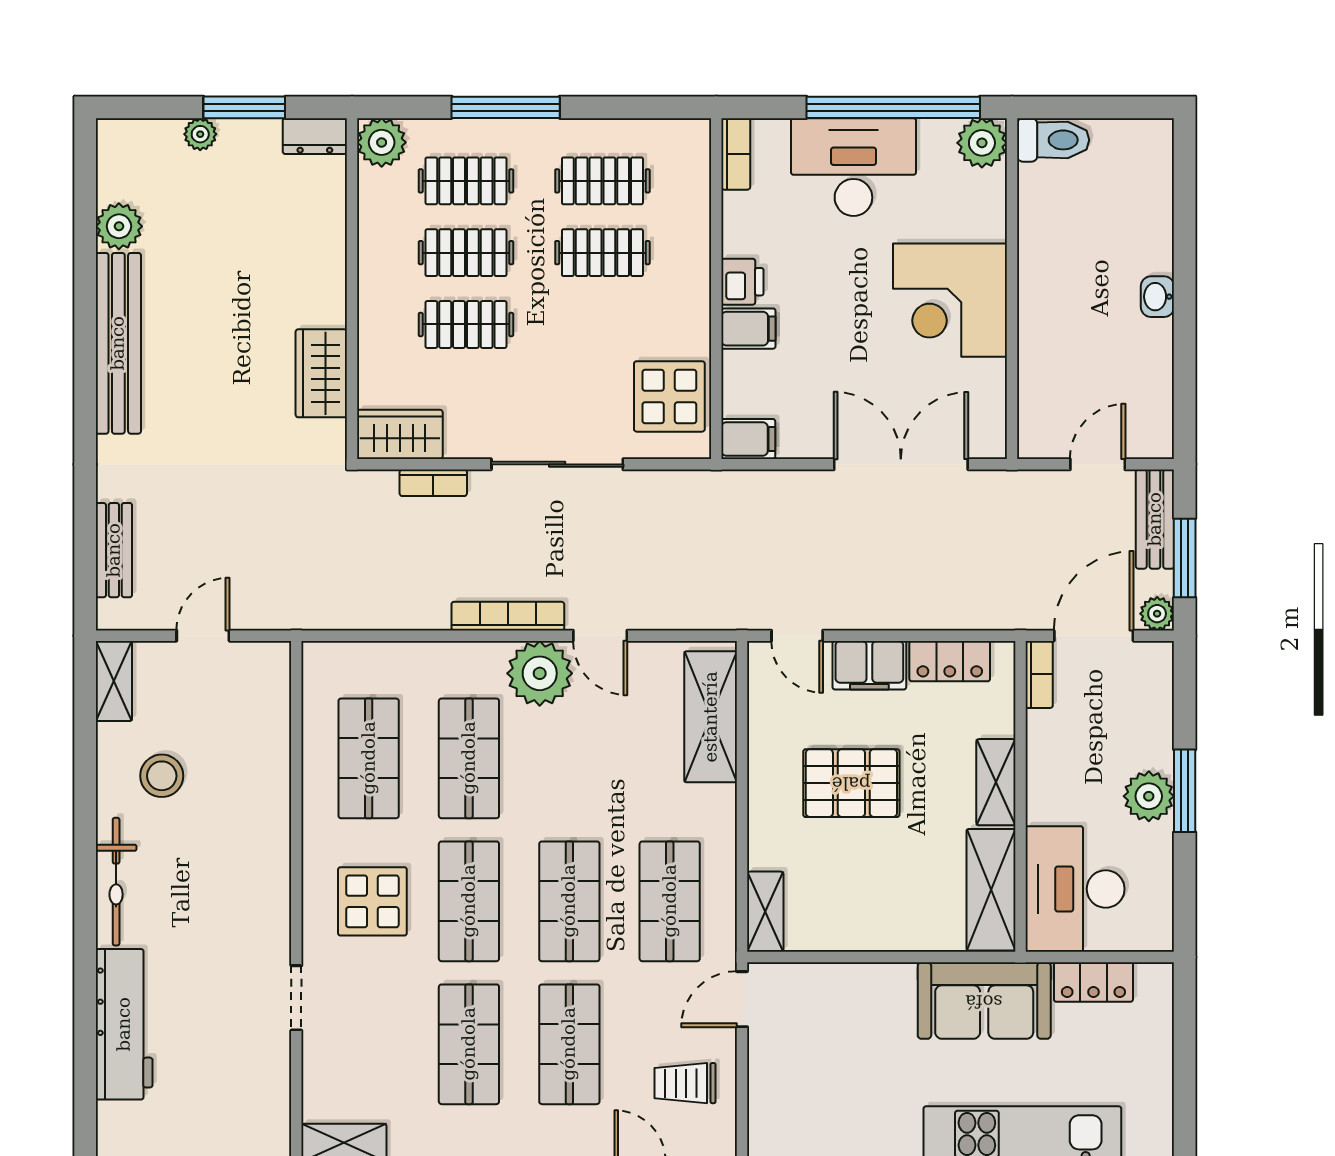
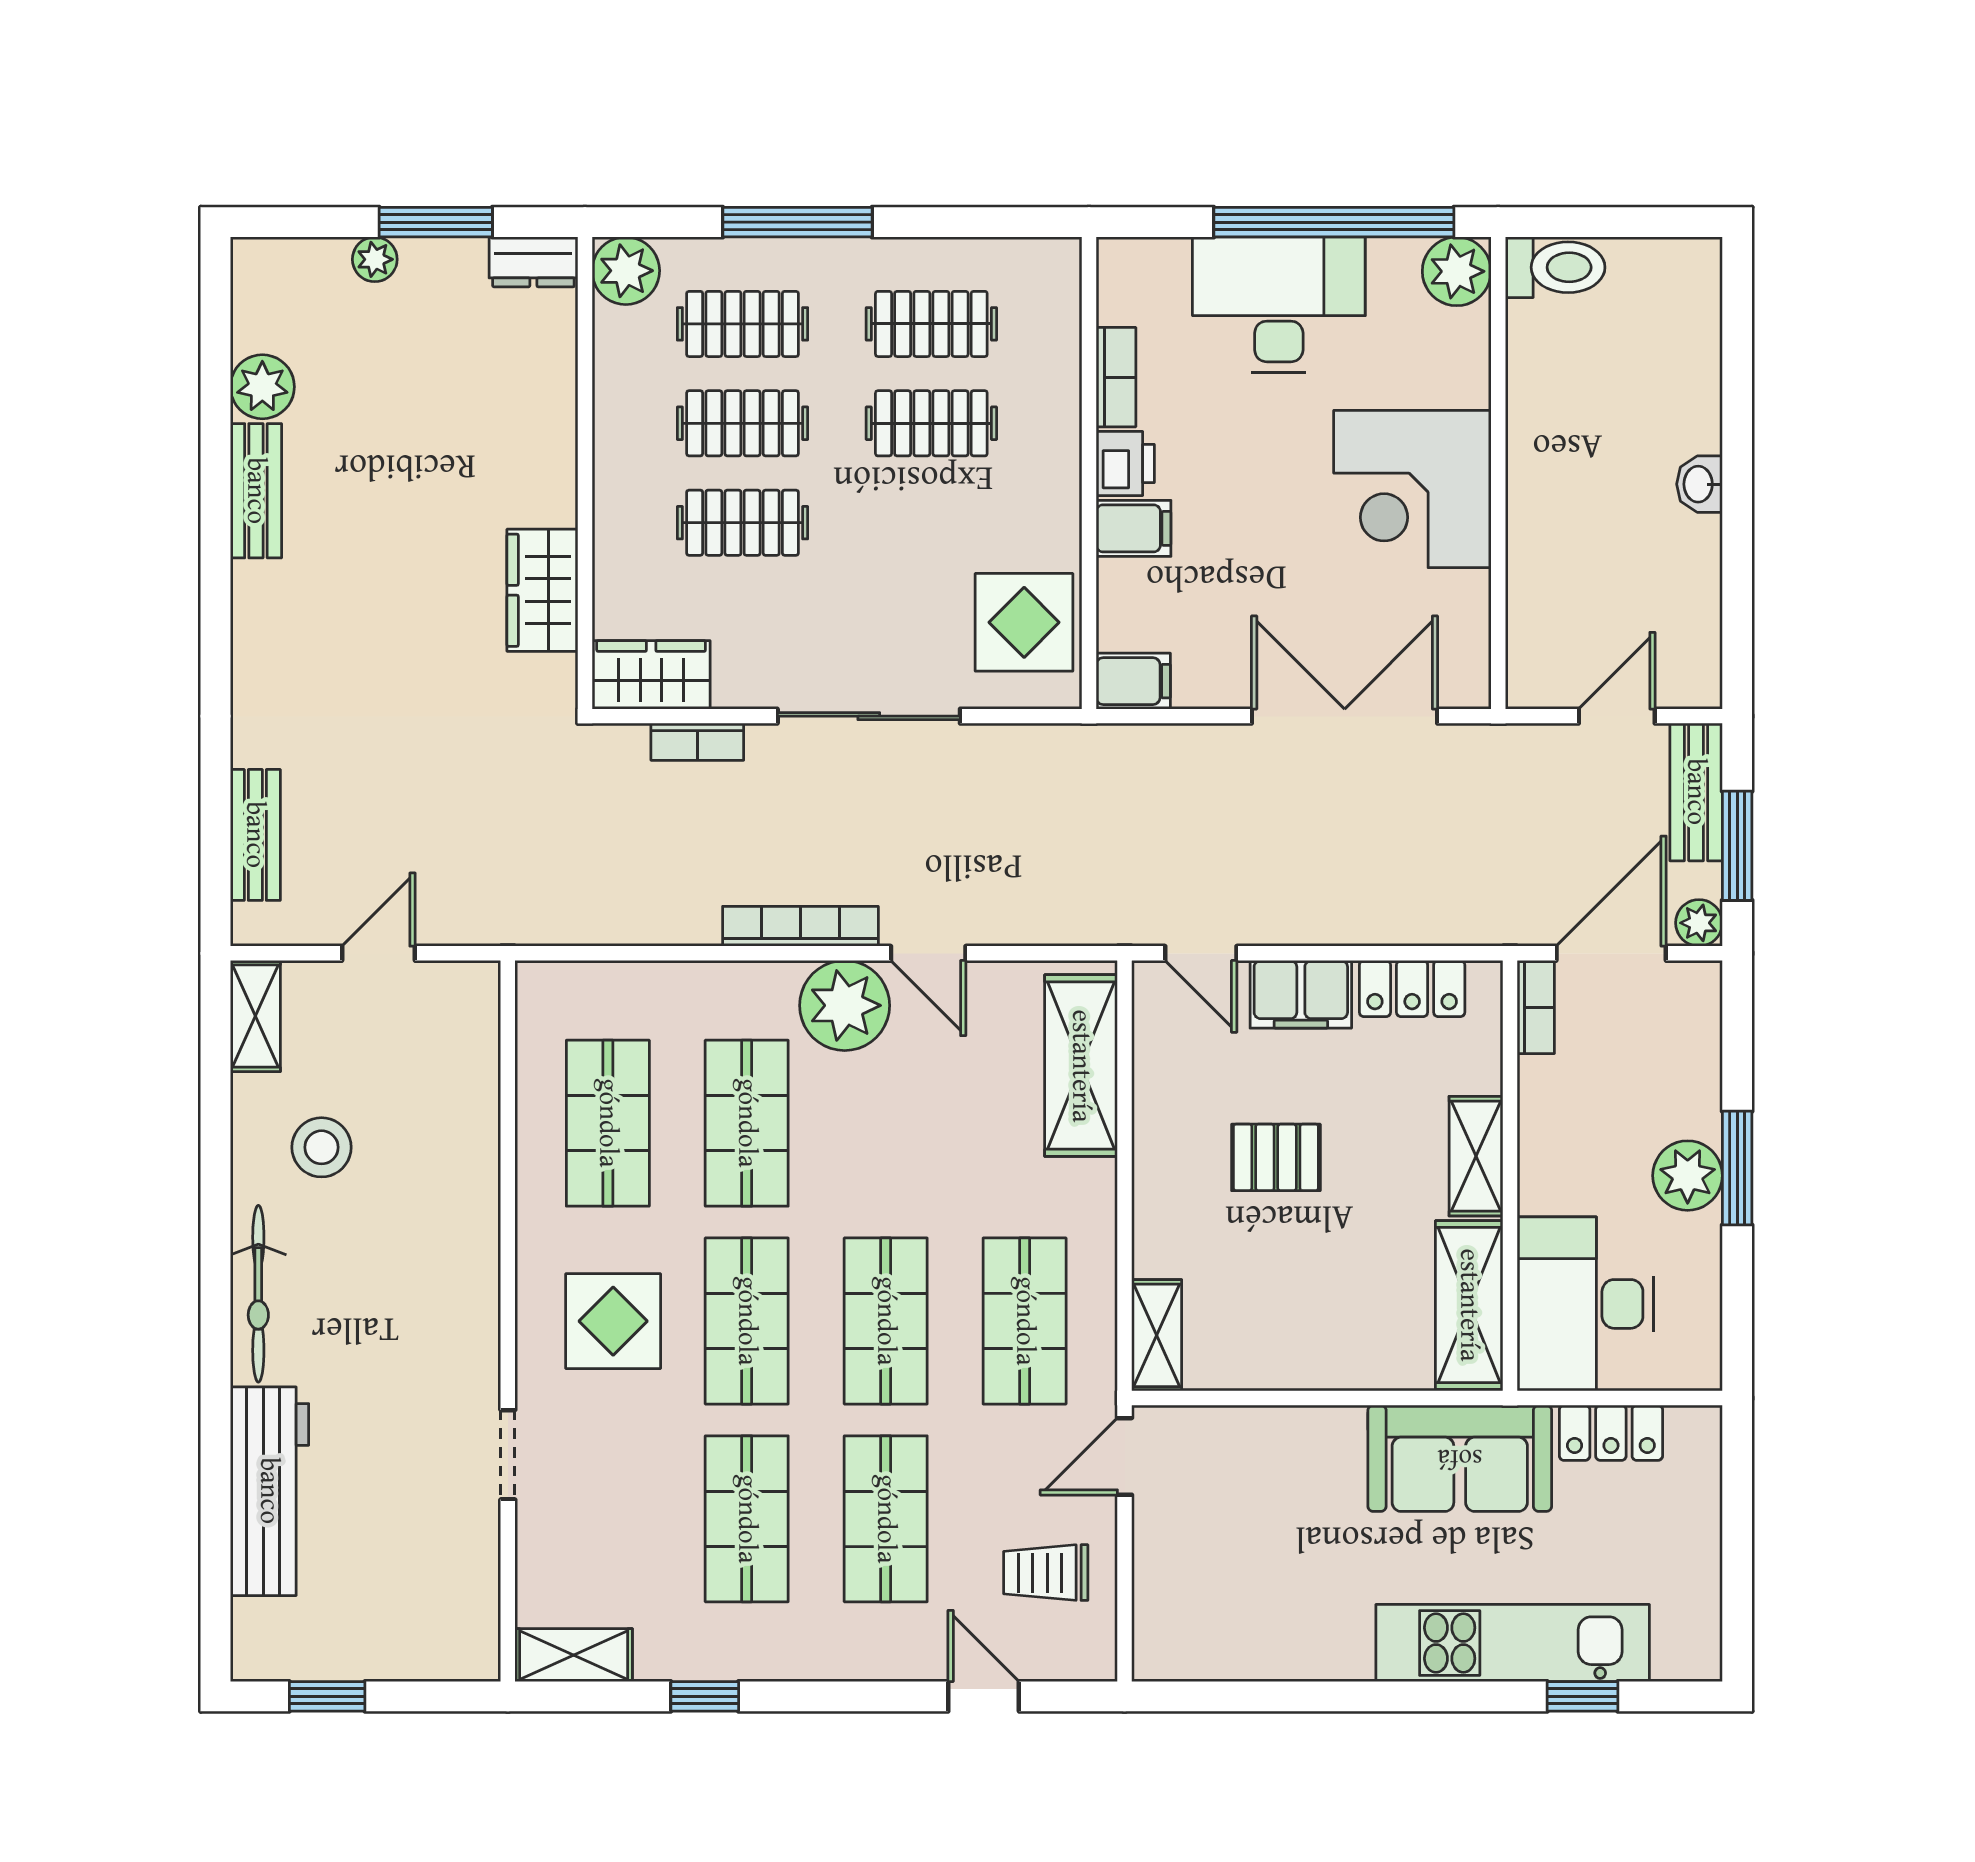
bookcase: (736, 154) -> (1116, 377), moved
bench: (118, 343) -> (256, 491), width x0.54, depth x0.82
pallet: (851, 783) -> (1276, 1157), width x0.67, depth x0.71

